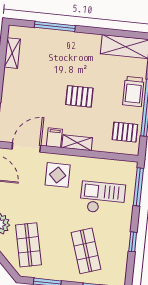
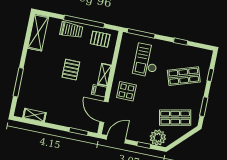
pallet: (125, 132) -> (100, 39), turned 90

